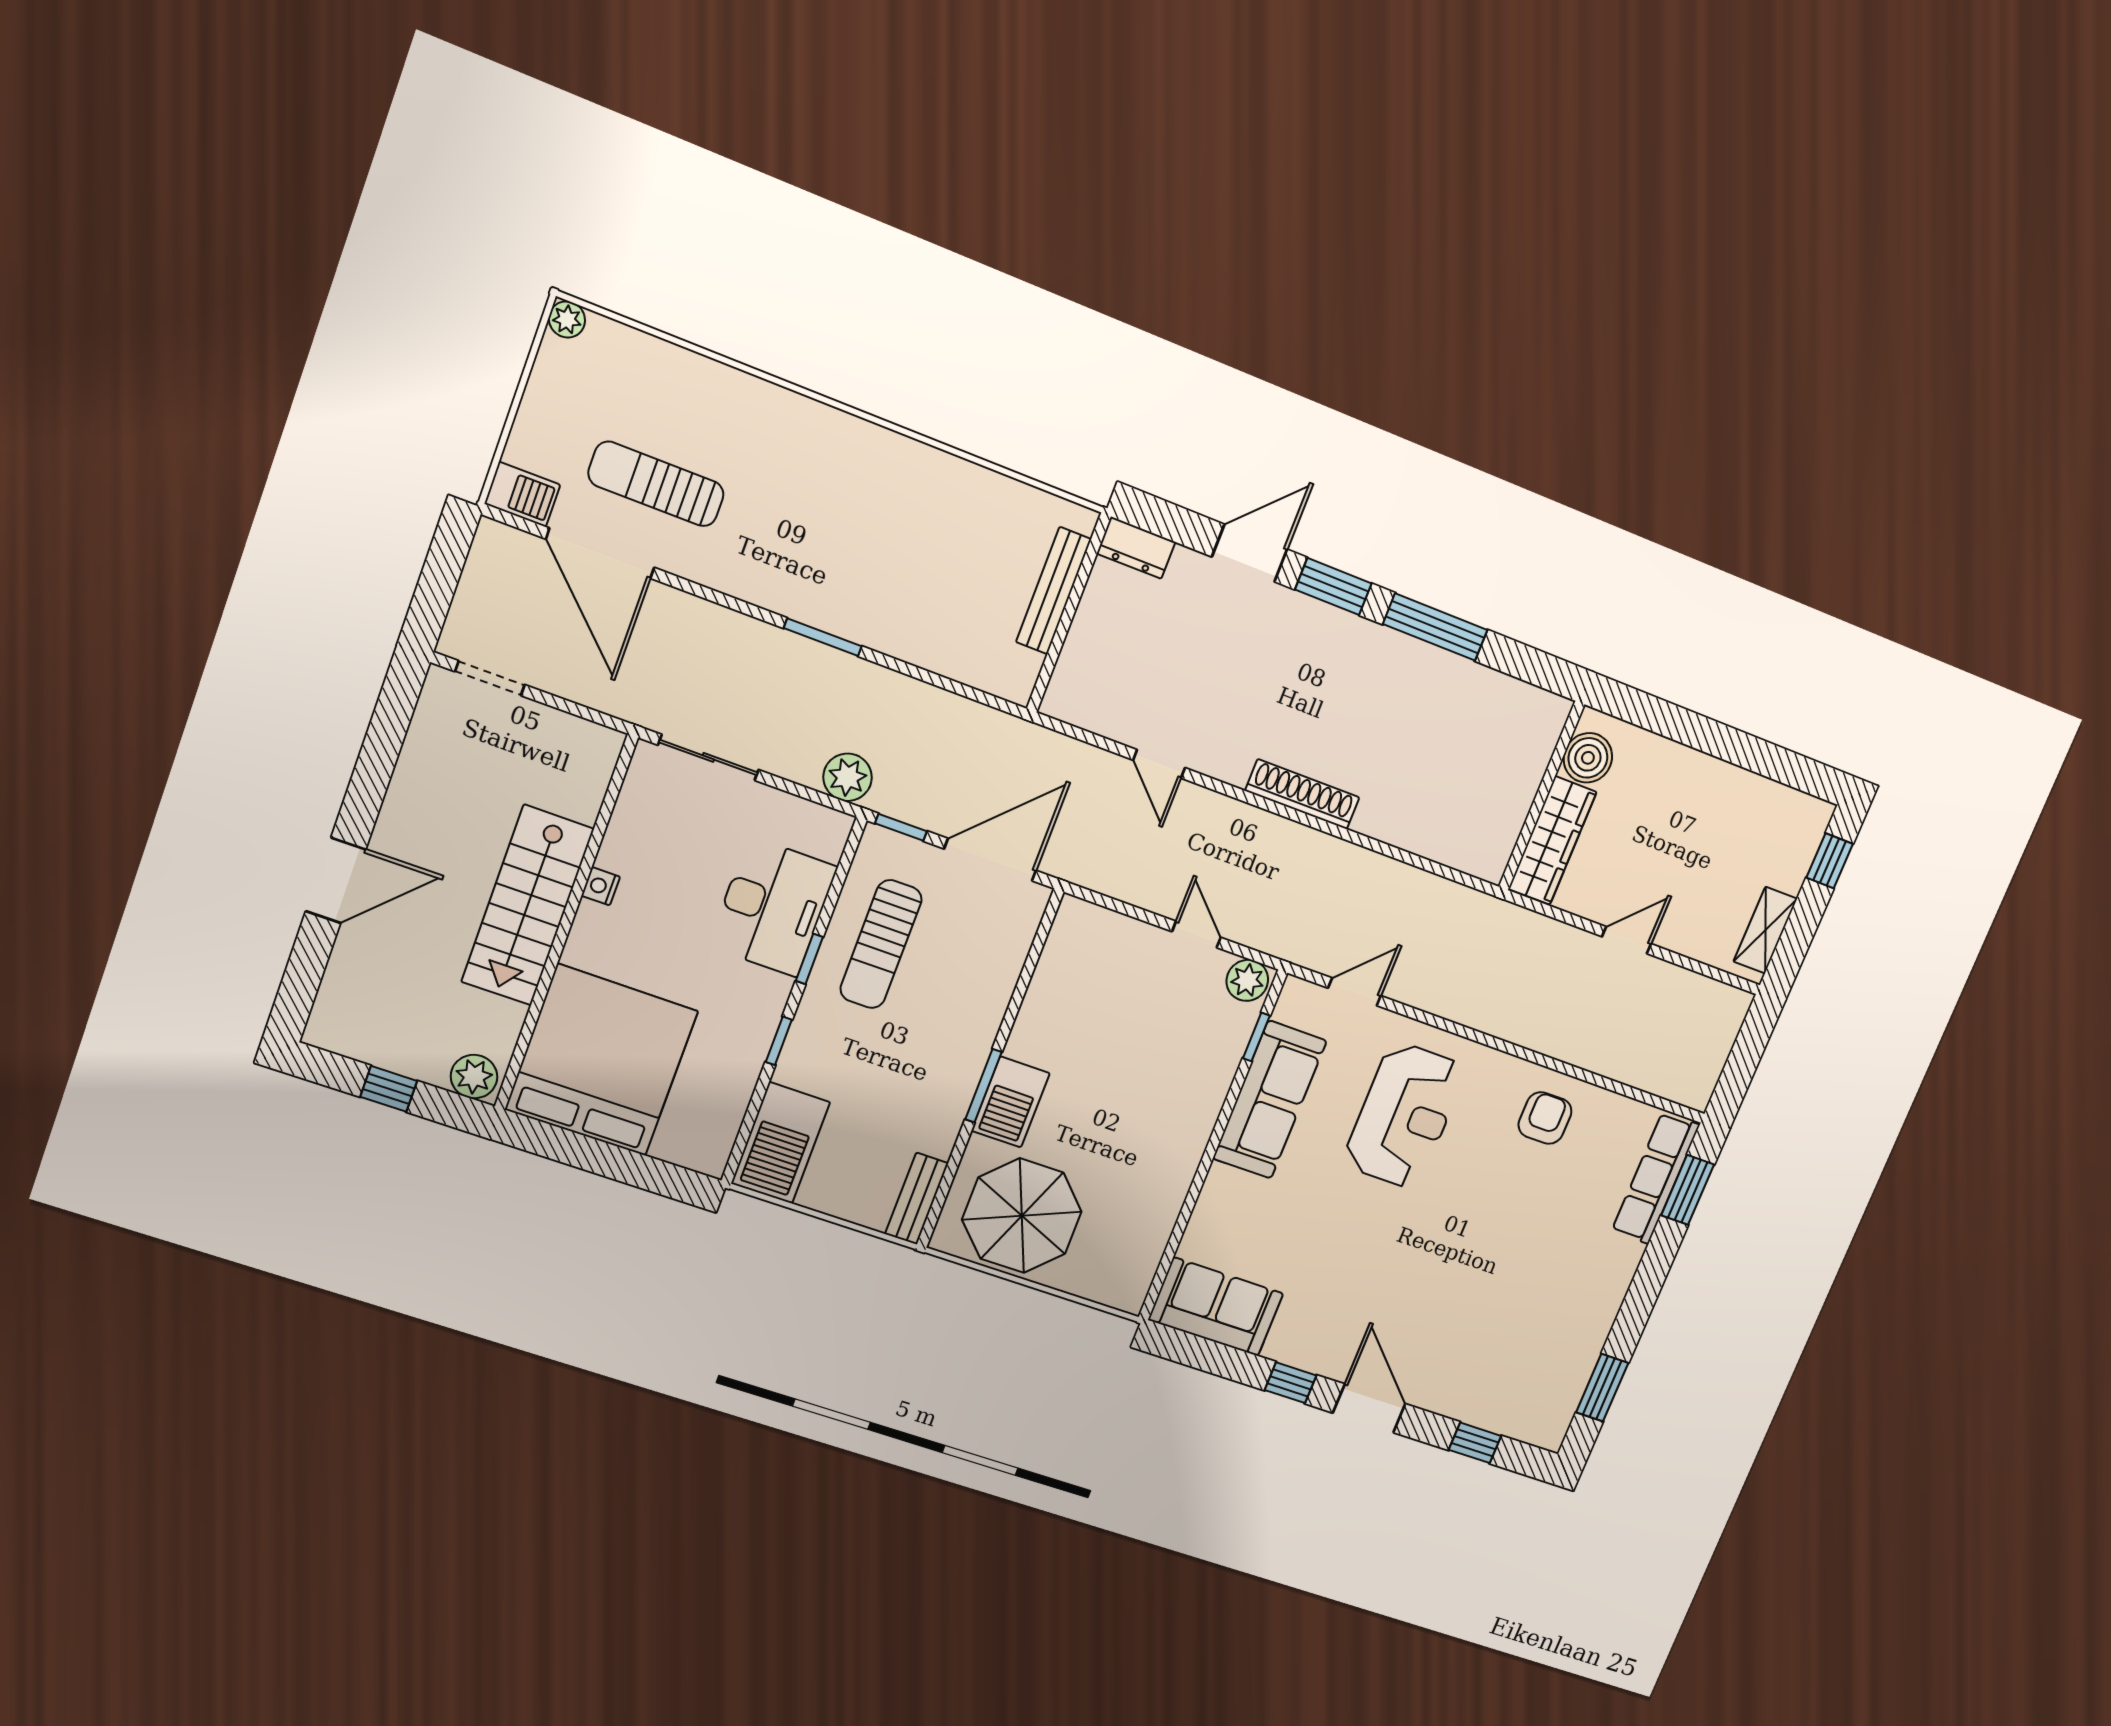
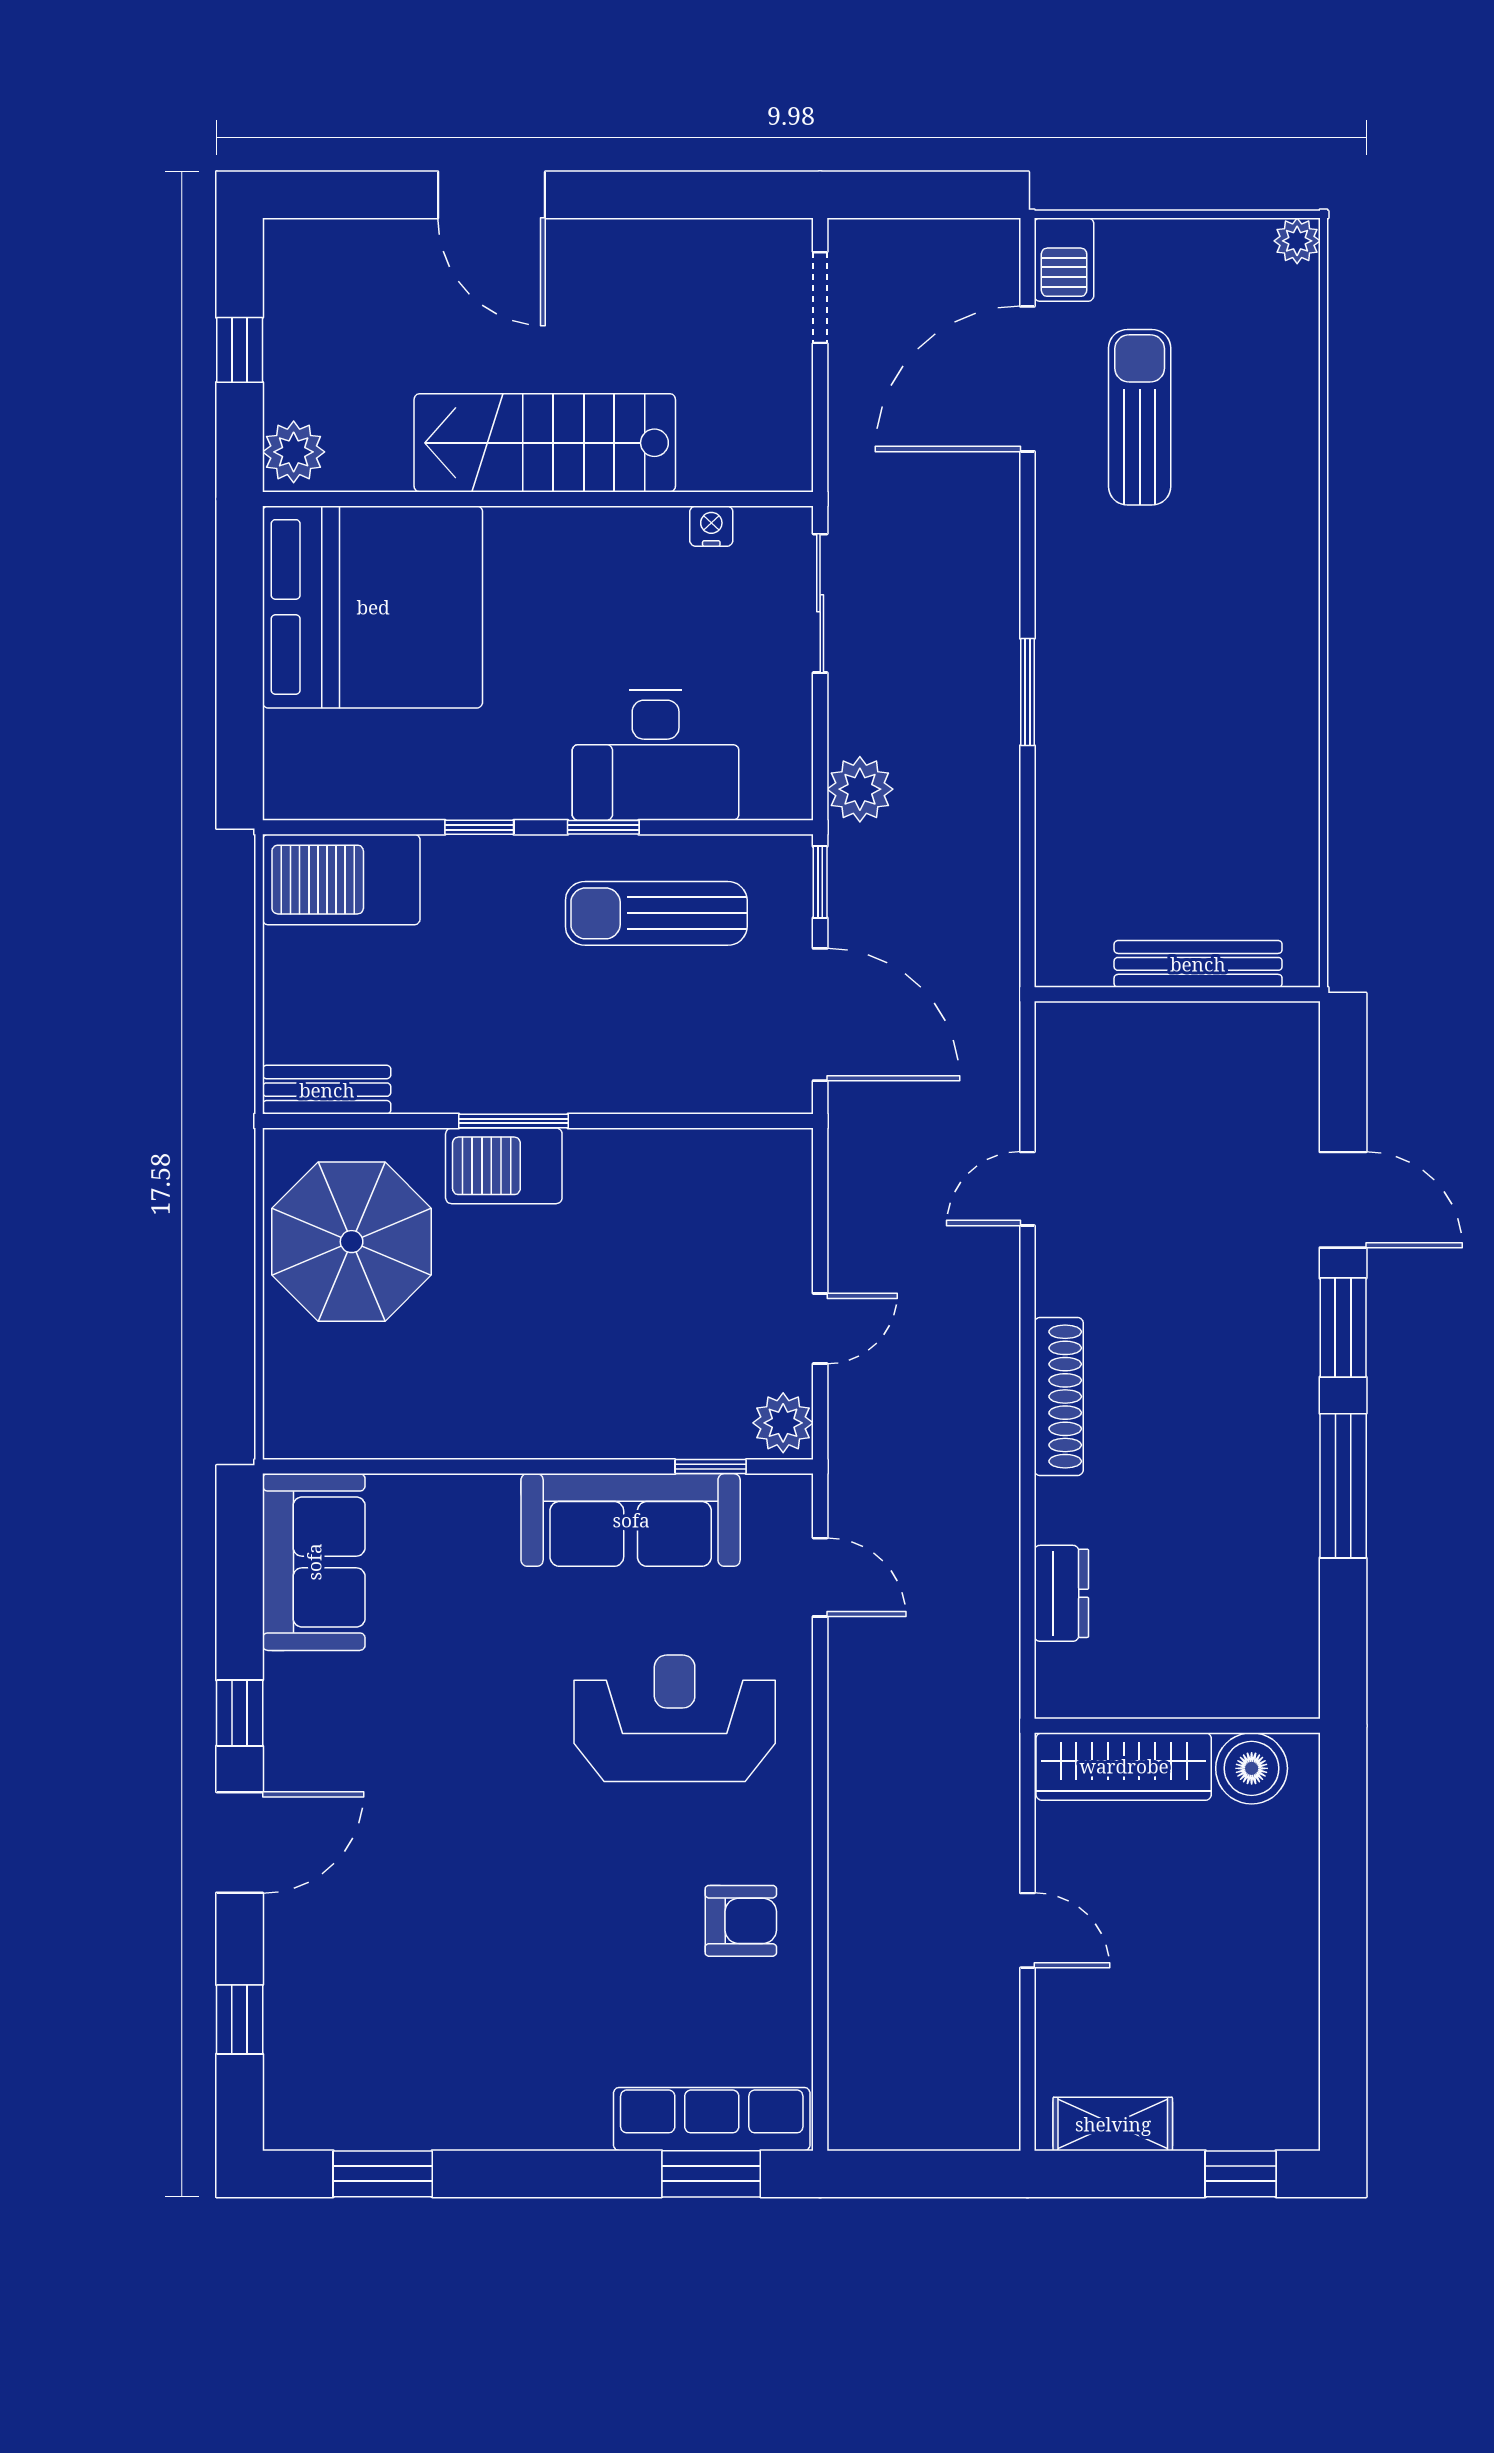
dresser: (1136, 548) -> (1061, 1593), moved, turned 180
nightstand: (601, 886) -> (711, 526), moved
reception desk: (1404, 1115) -> (675, 1718), turned 180

